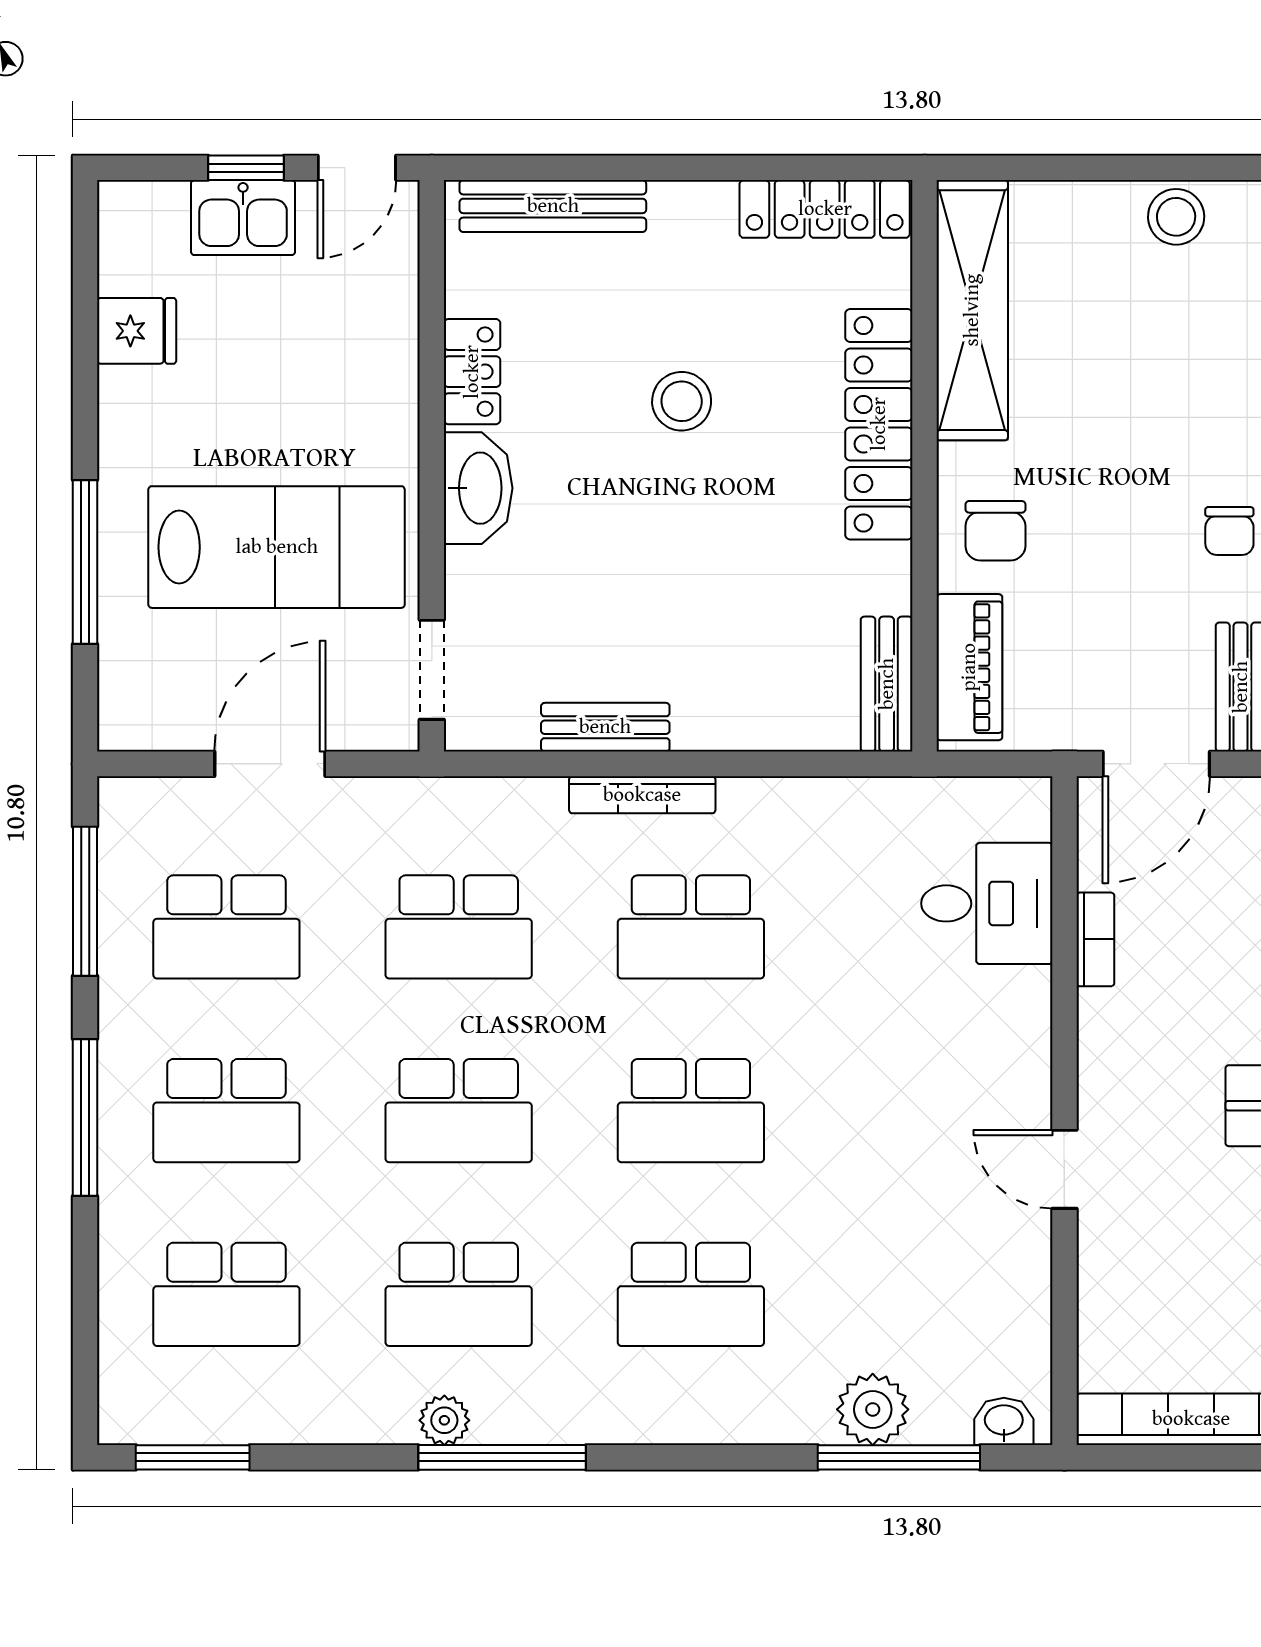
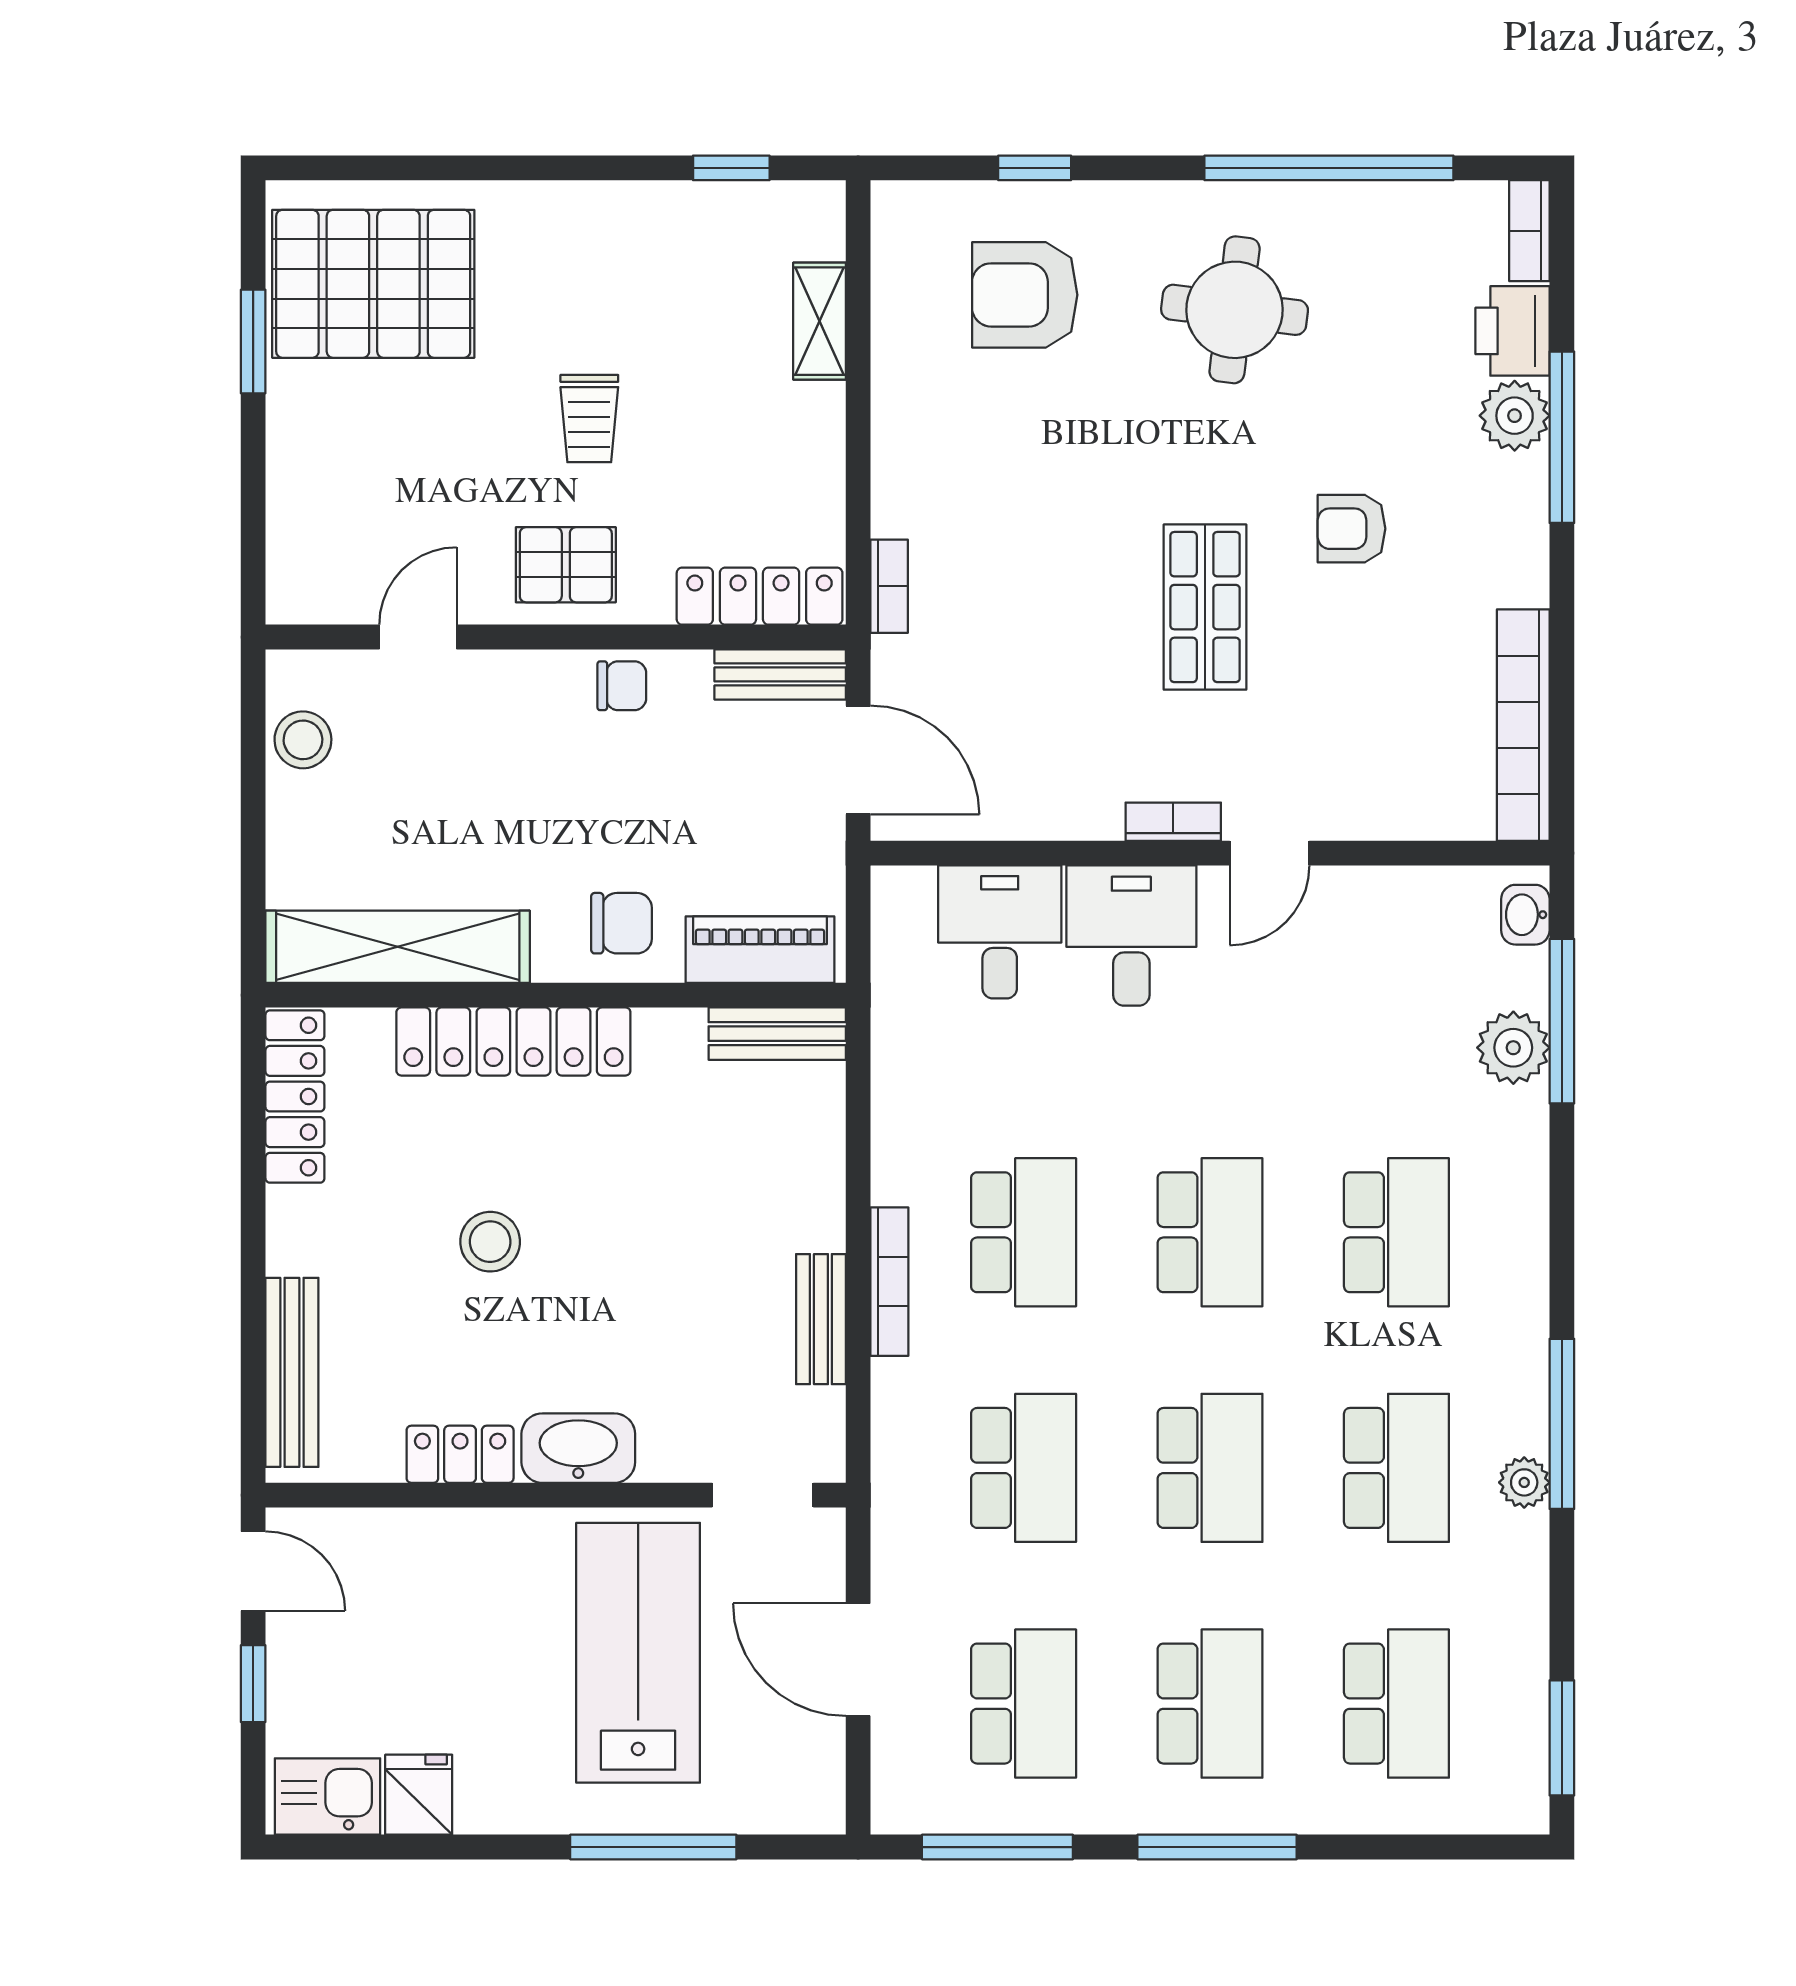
kitchen sink: (243, 218) -> (328, 1796), moved, turned -90
bookcase: (1095, 939) -> (1173, 822), moved
desk: (983, 1033) -> (1131, 936), added

